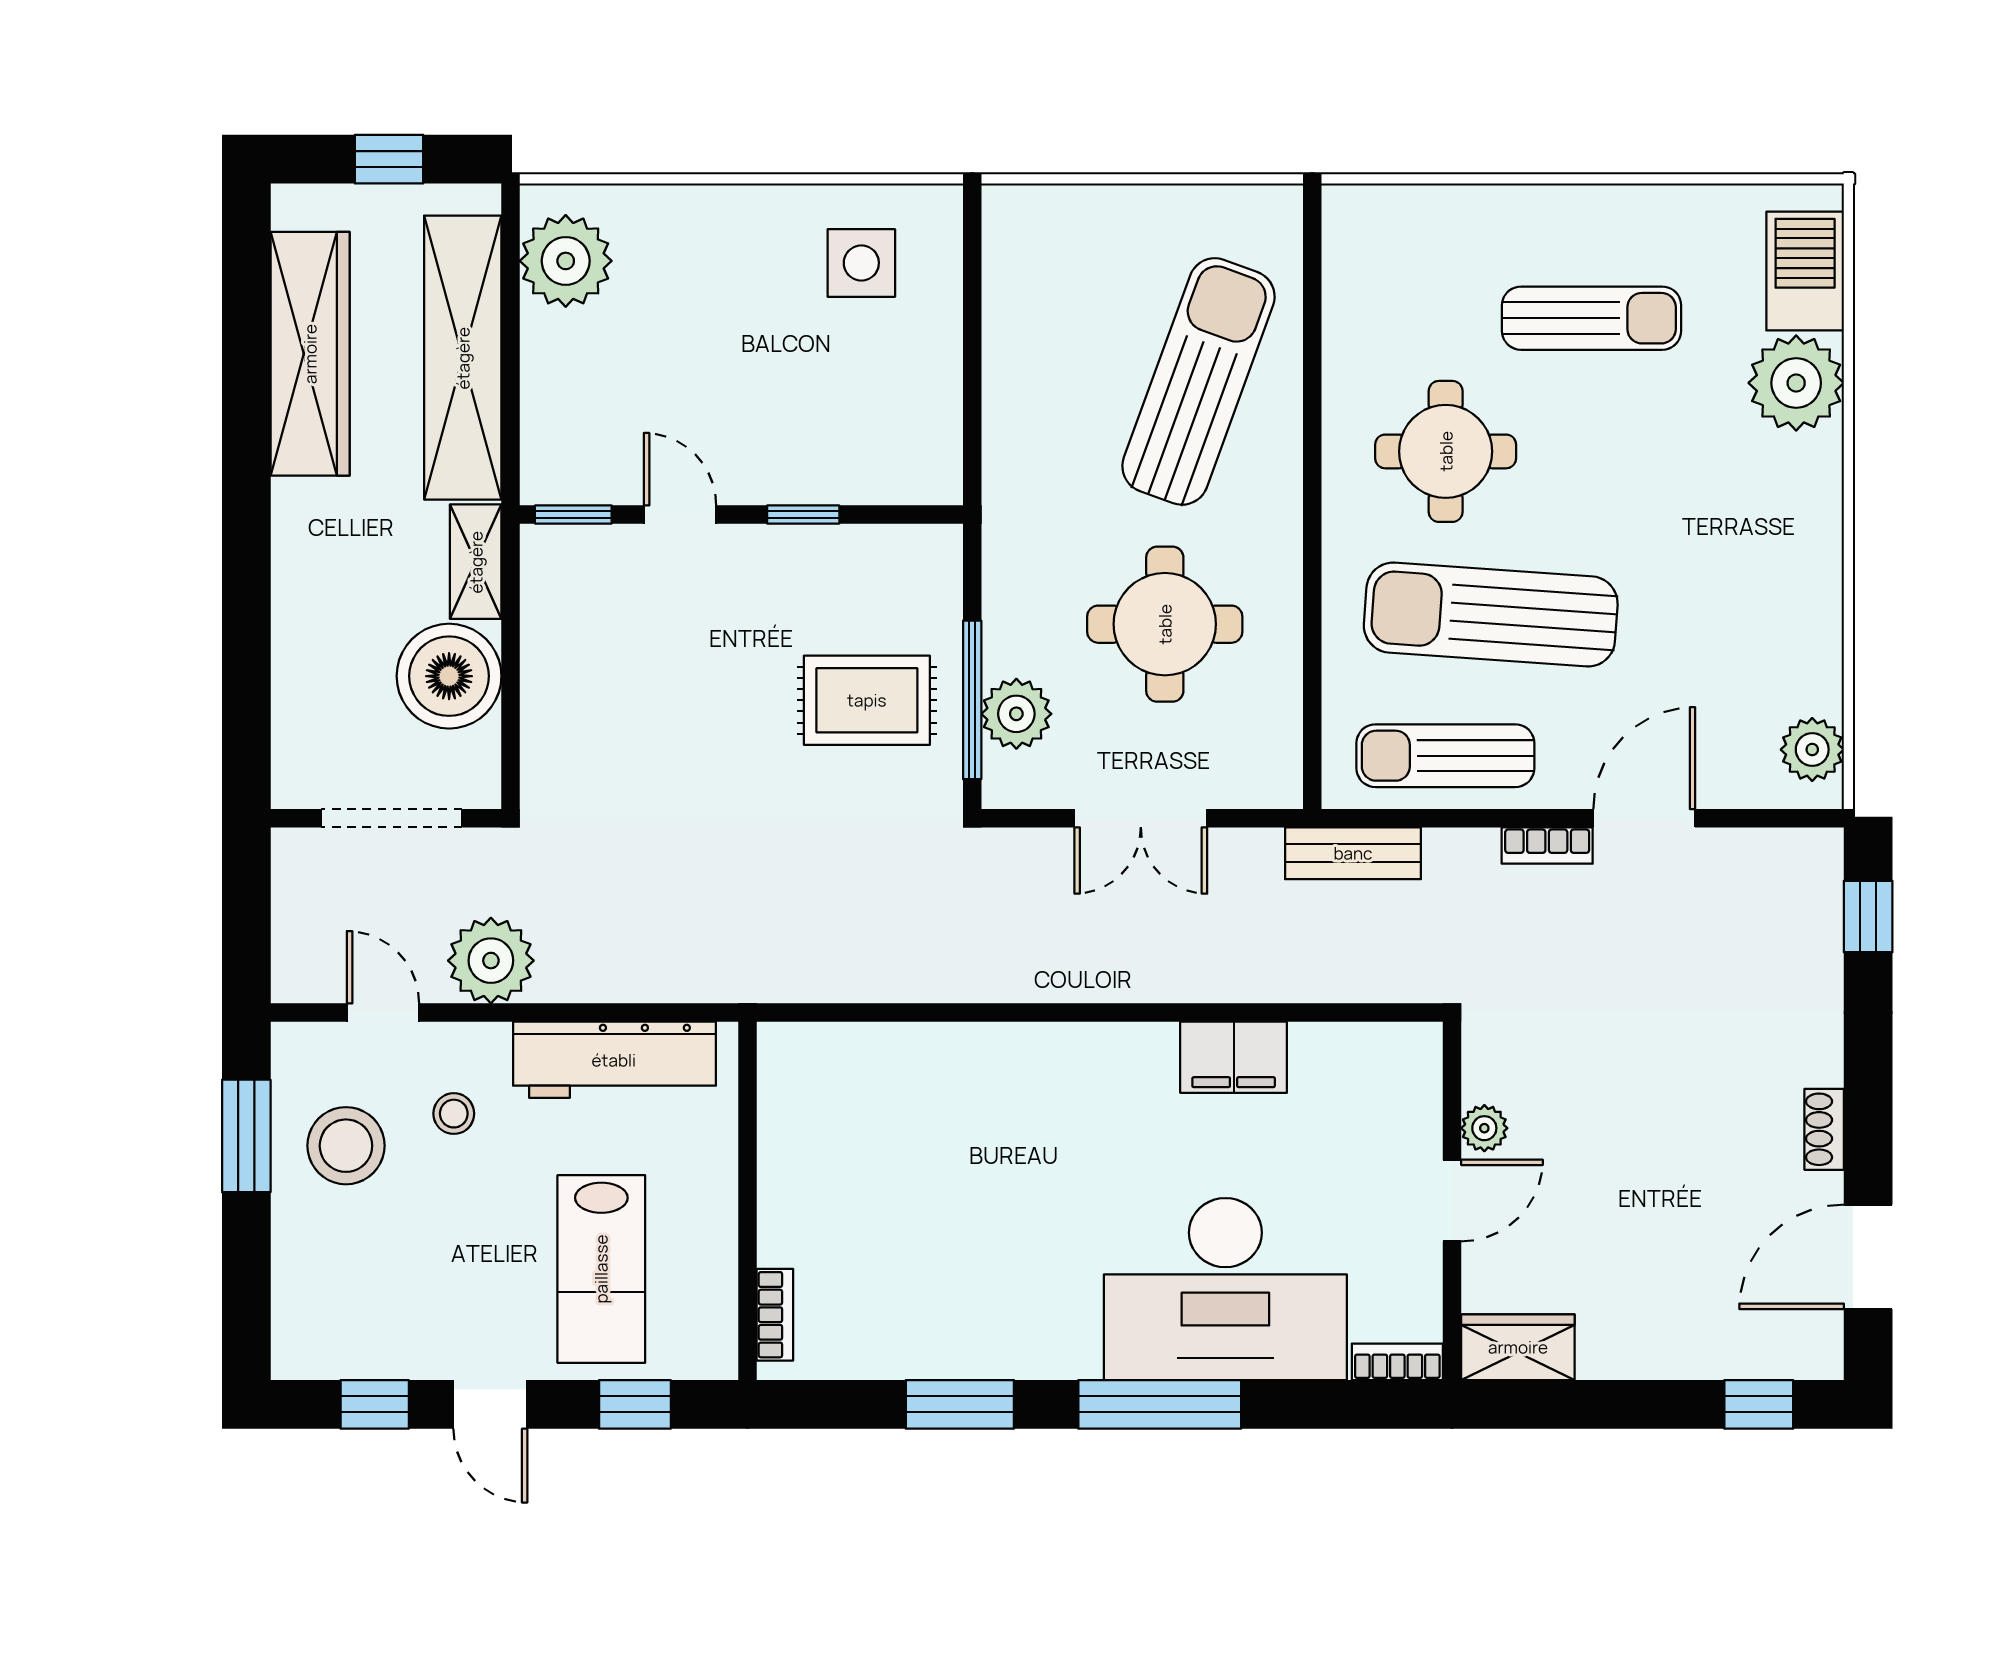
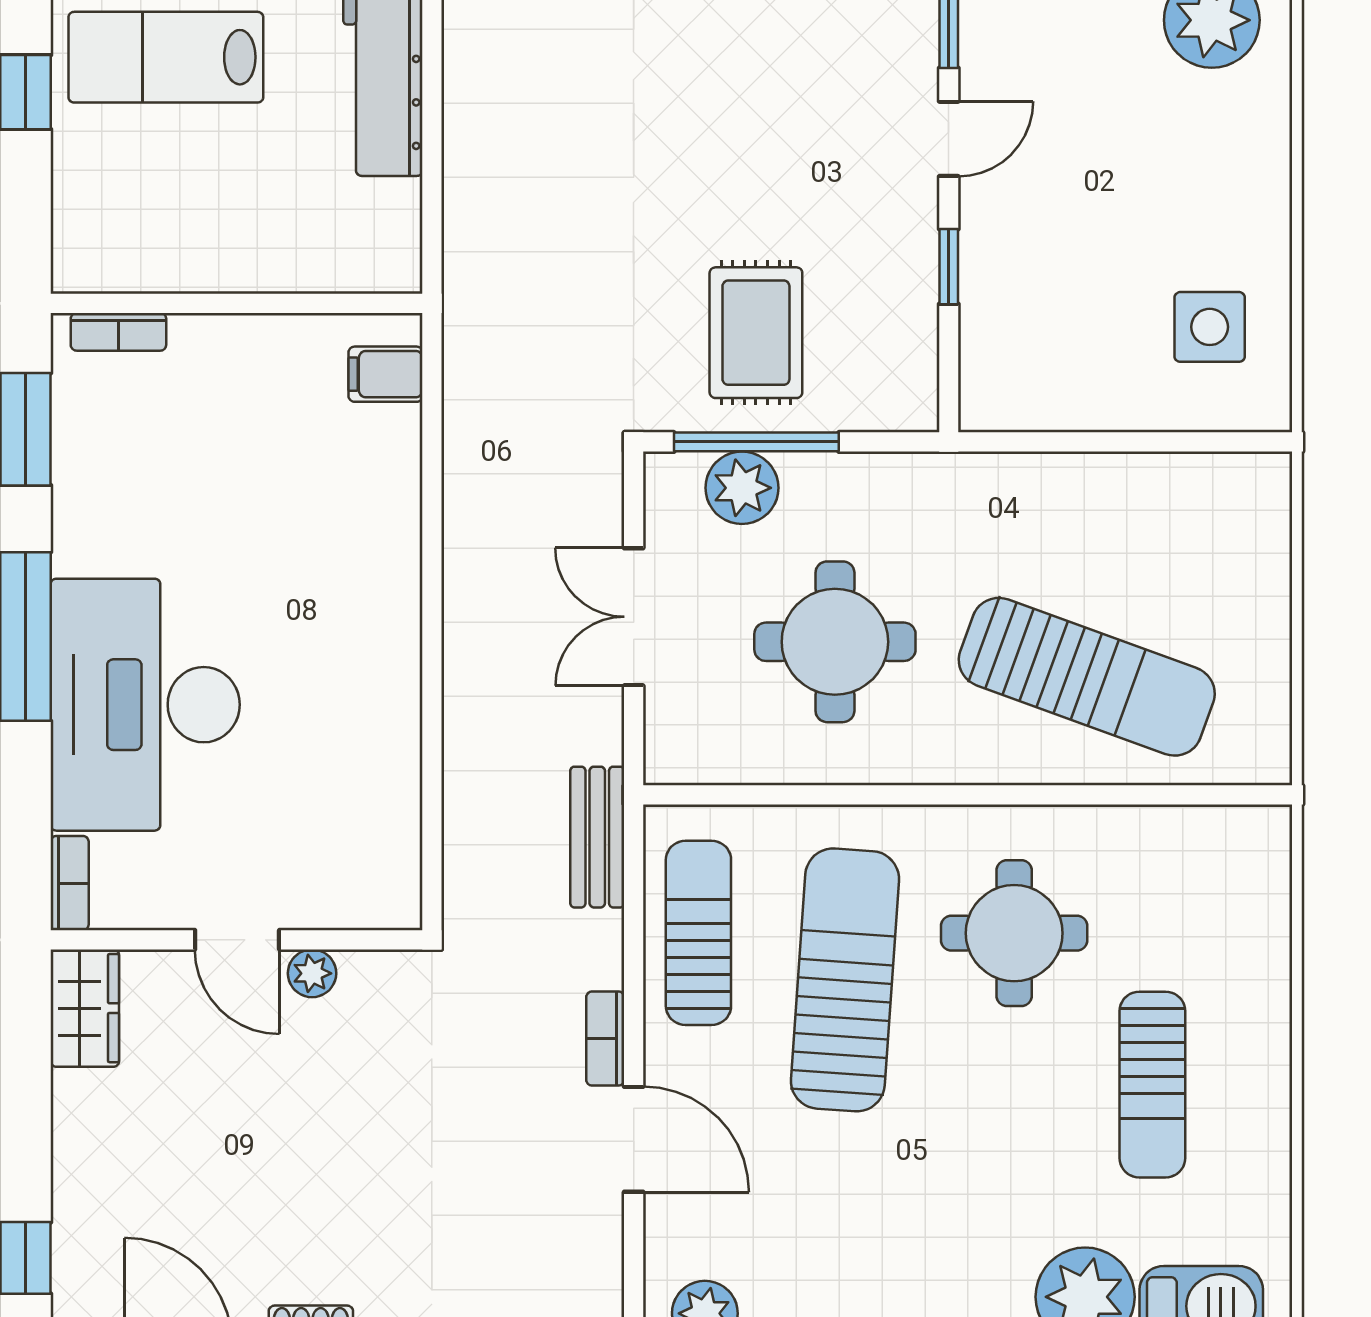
filing cabinet: (1234, 1057) -> (386, 374), moved, width x0.50
wall: (747, 1201) -> (237, 303), moved
bookcase: (775, 1315) -> (118, 332), moved

